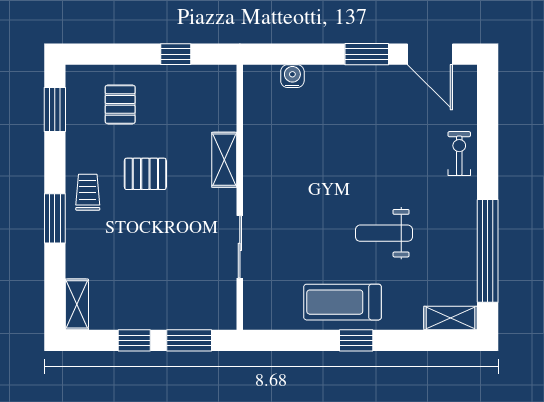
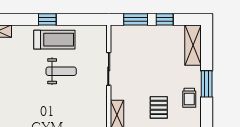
pallet: (145, 174) -> (159, 107), turned 90
weight bench: (384, 233) -> (61, 71), moved
shelving: (77, 304) -> (193, 45), width x1.50, depth x1.33

